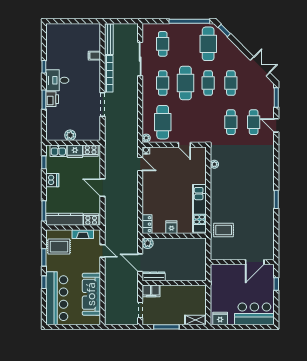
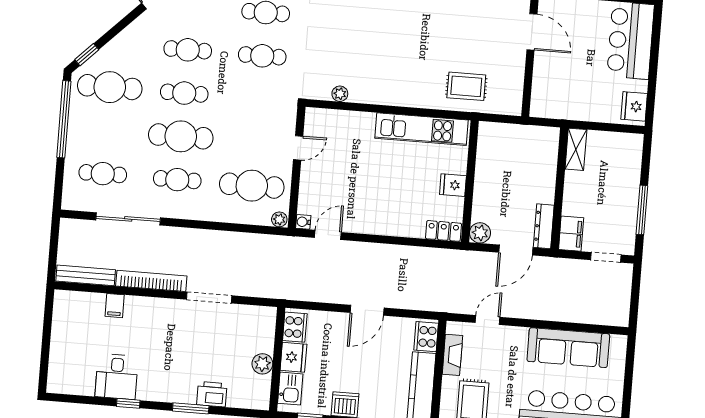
desk: (57, 80) -> (117, 377), moved
printer: (52, 99) -> (212, 394), moved
rug: (224, 230) -> (466, 86), turned 90
shelving: (195, 320) -> (576, 149), moved

